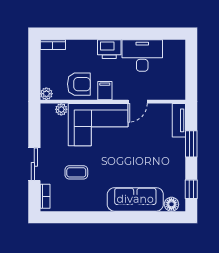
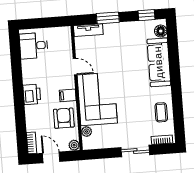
desk: (142, 55) -> (34, 46), moved, width x0.73
door: (34, 66) -> (51, 157), added
coffee table: (76, 172) -> (161, 112), moved

